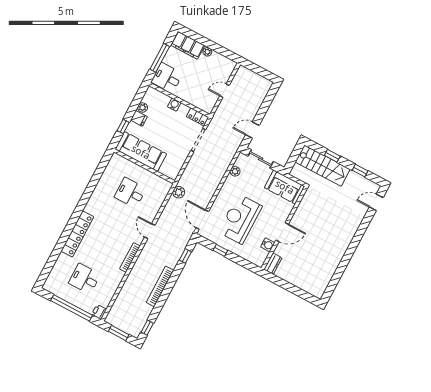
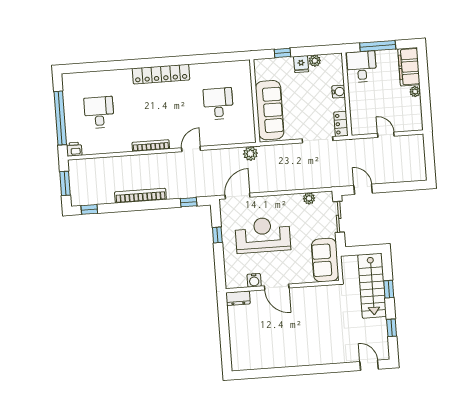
sofa: (141, 152) -> (270, 110), moved
locker: (77, 234) -> (161, 74), moved

